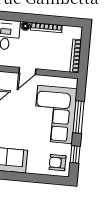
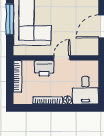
printer: (47, 62) -> (44, 68), added

